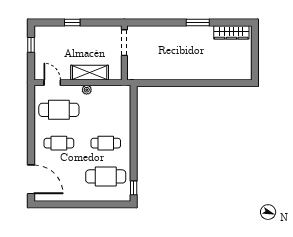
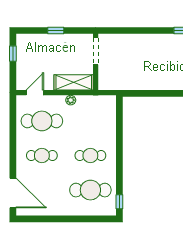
doorway: (124, 43) -> (96, 51), moved
wall: (124, 53) -> (96, 62), moved
door: (52, 83) -> (35, 93), hinge flipped

